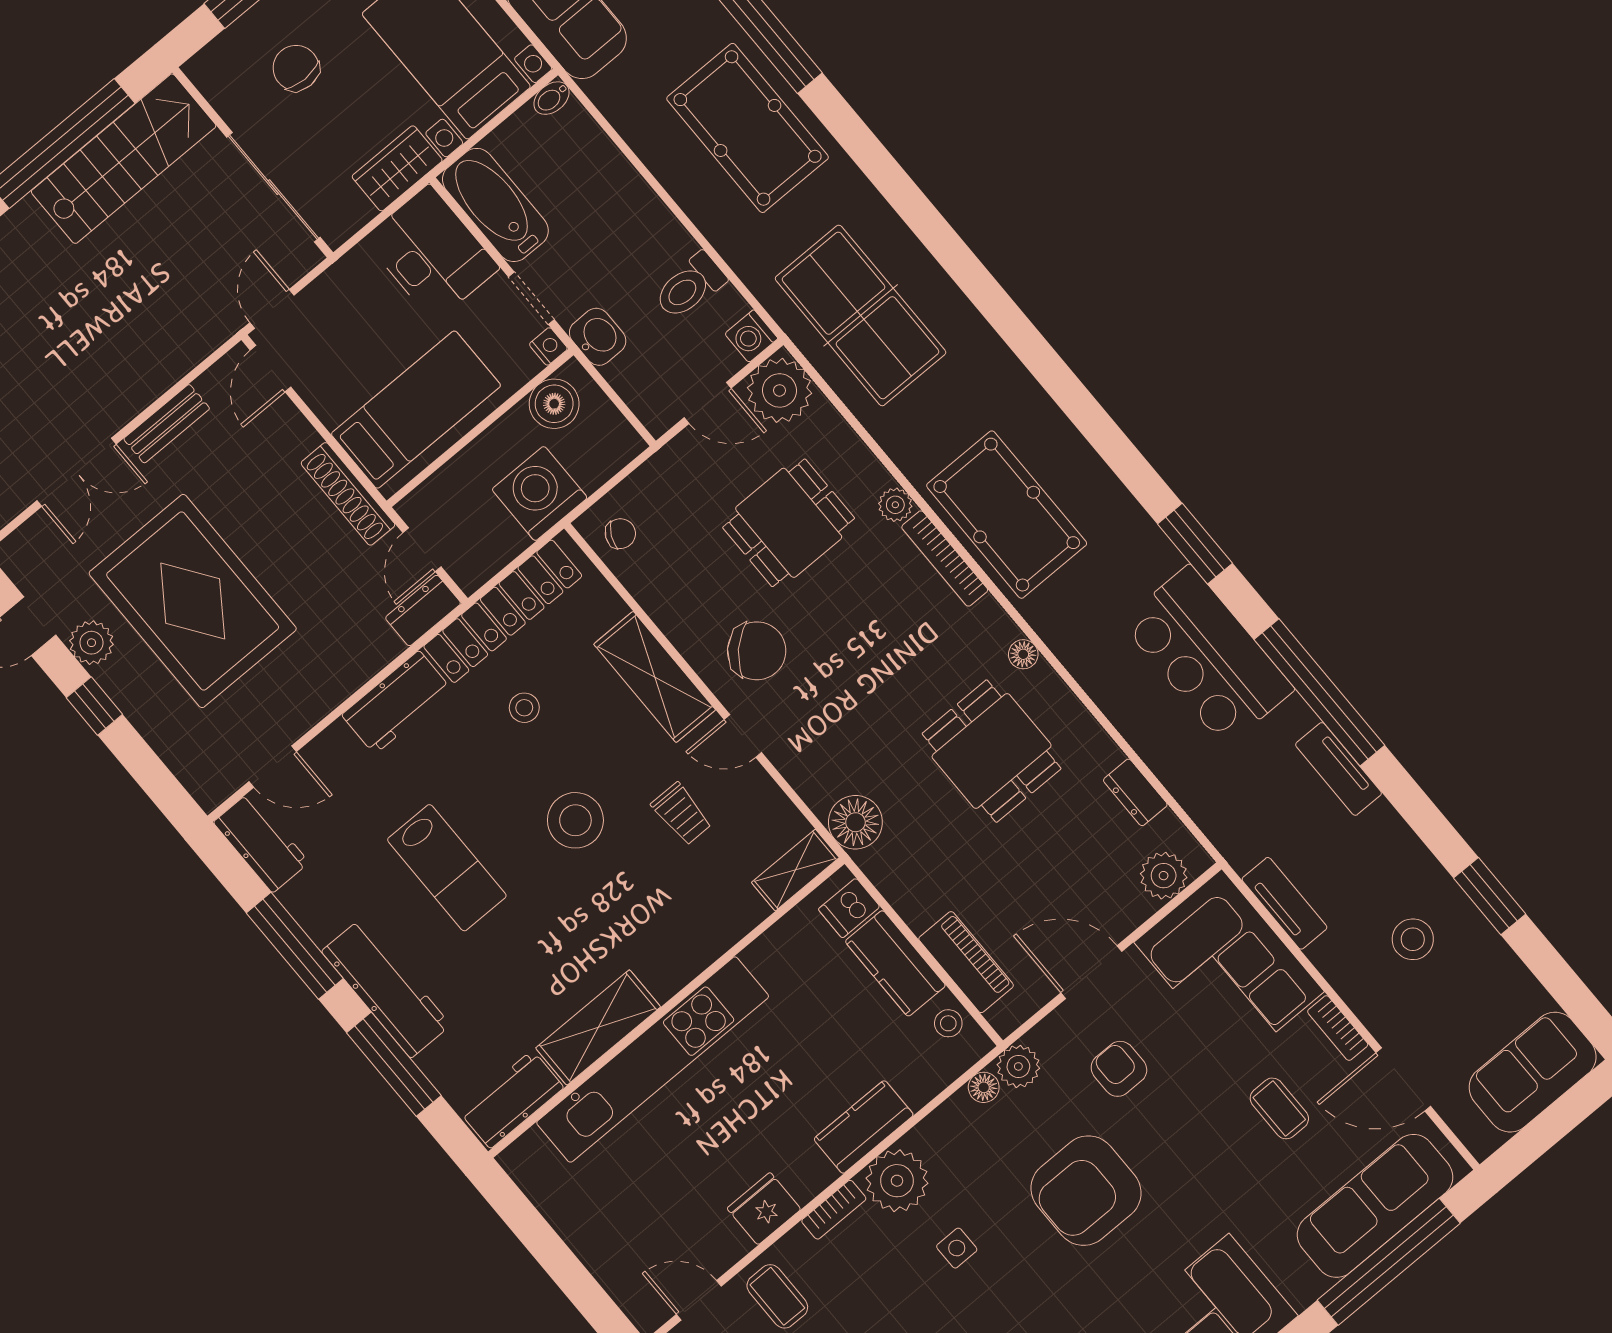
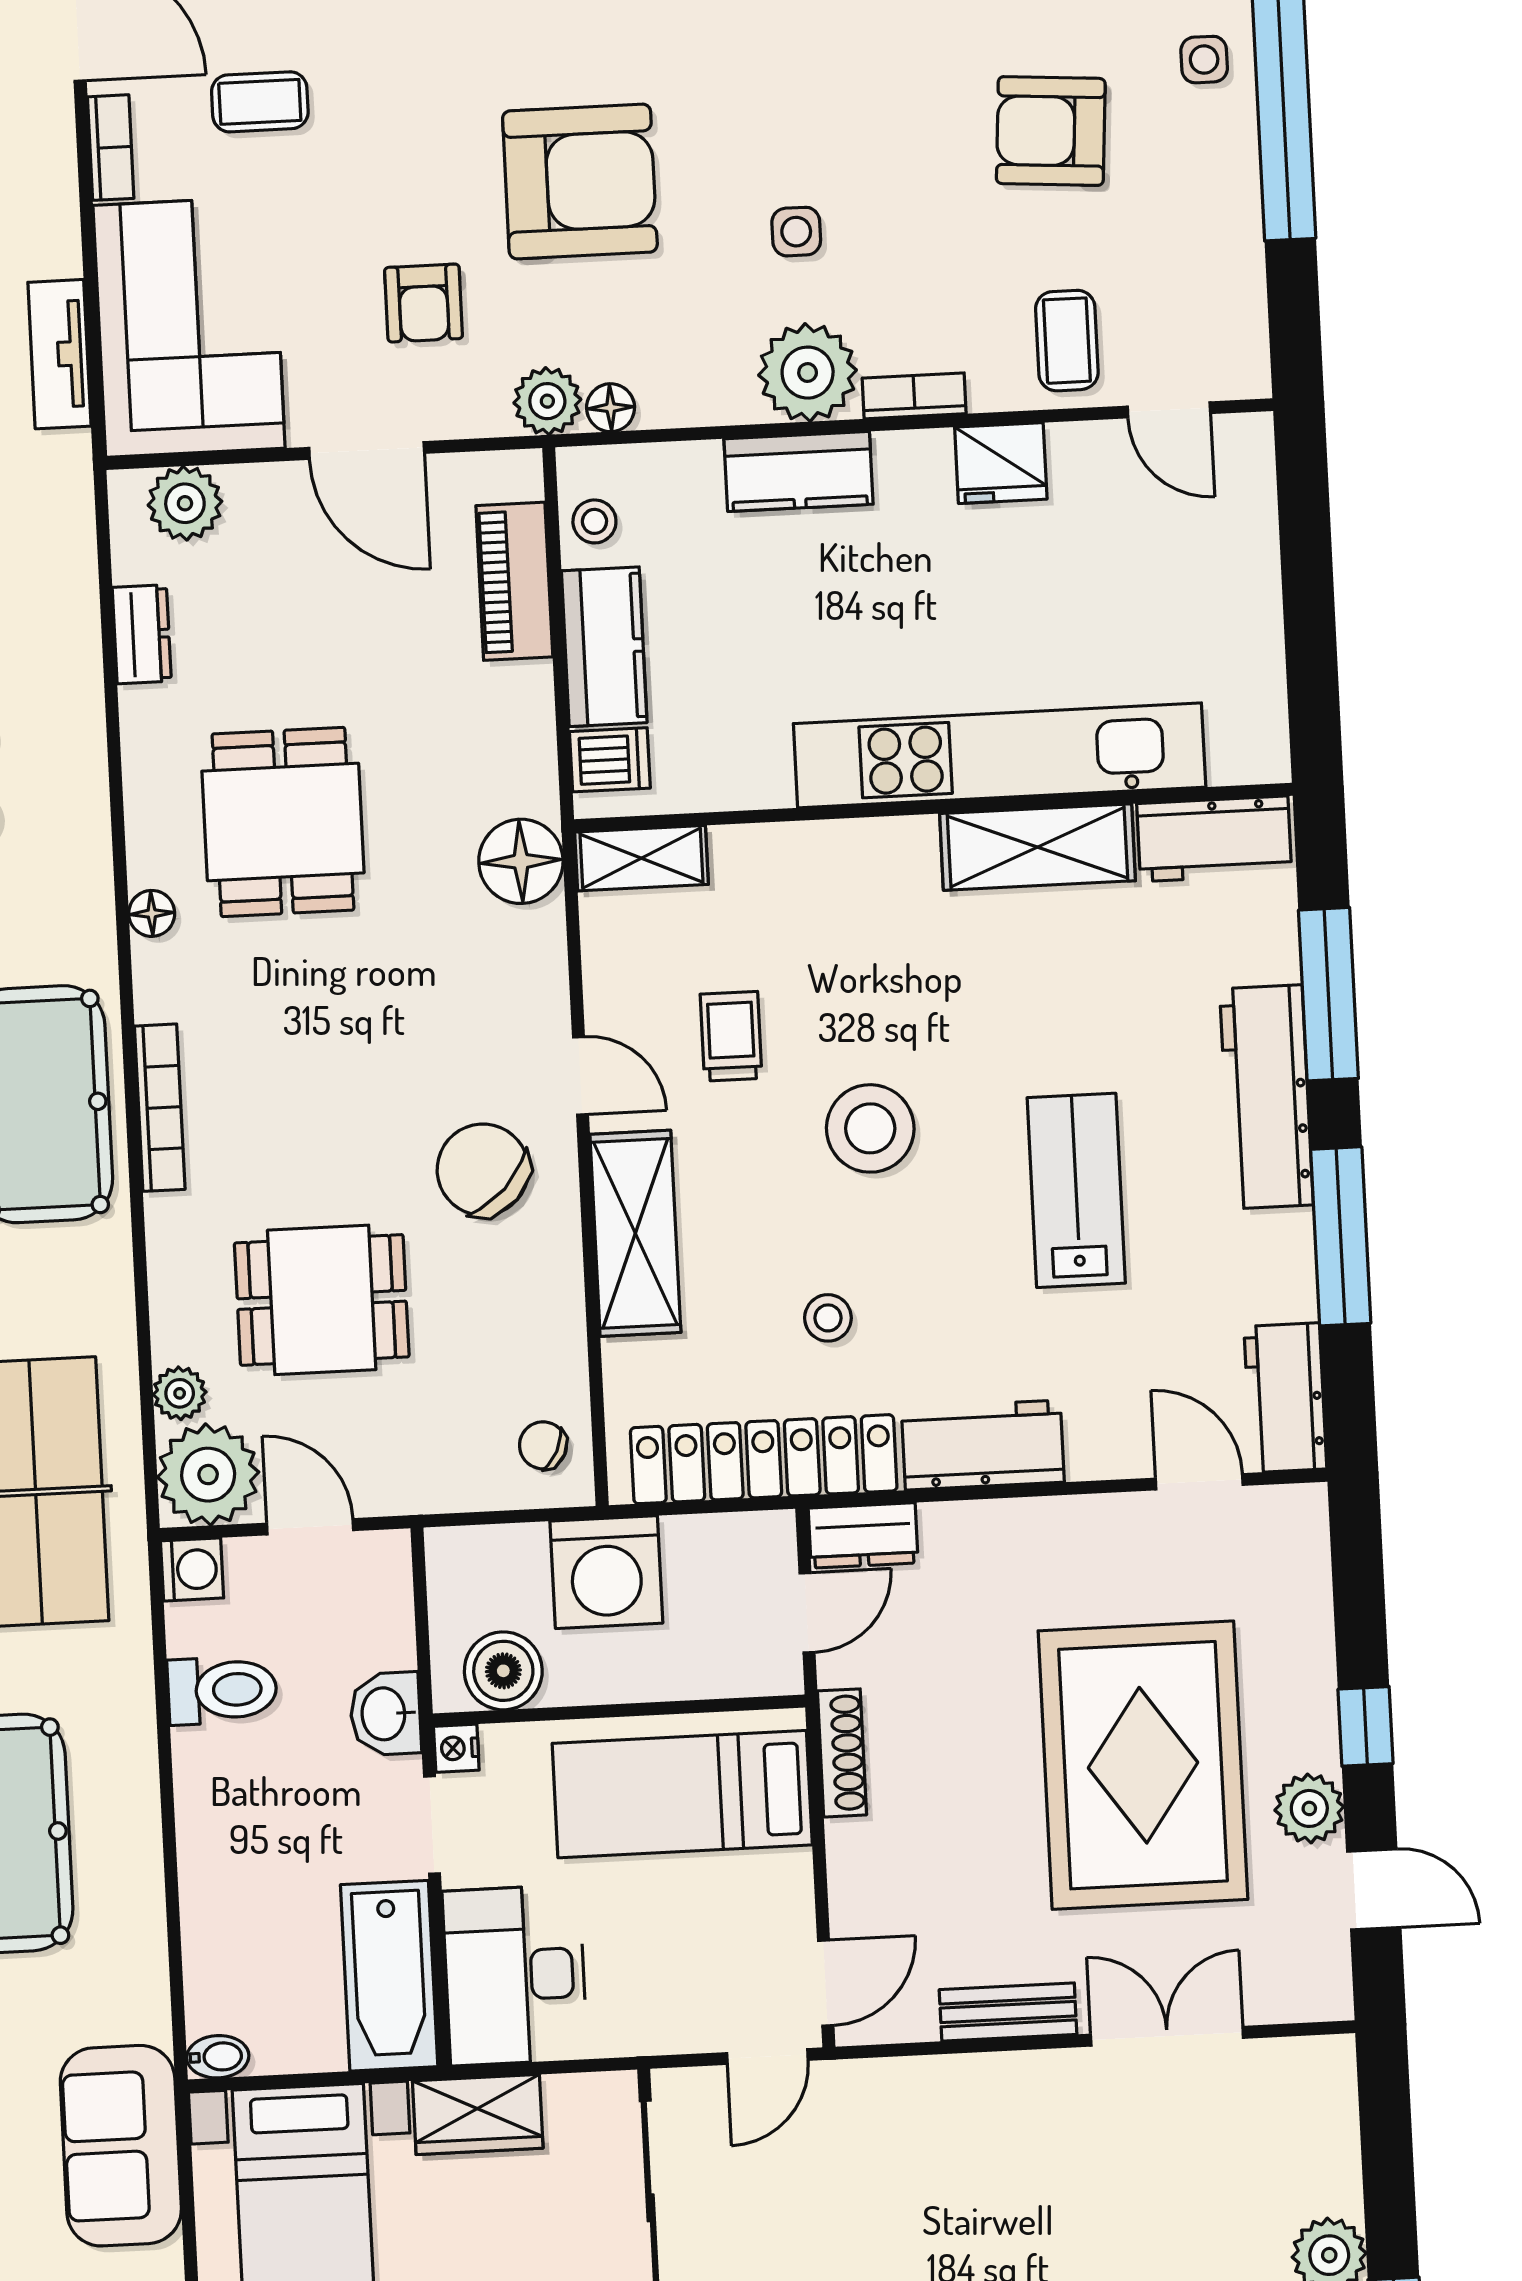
shoe rack: (348, 494) -> (842, 1753), width x0.74, depth x0.81
plant: (895, 505) -> (180, 1393), moved
coffee table: (1279, 1108) -> (260, 102), turned 90

